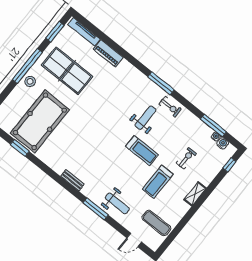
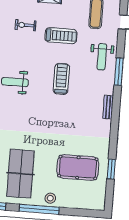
pool table: (40, 121) -> (78, 167), width x0.73, depth x0.76
treadmill: (142, 150) -> (61, 79), moved
weight bench: (117, 203) -> (102, 57), turned 180

